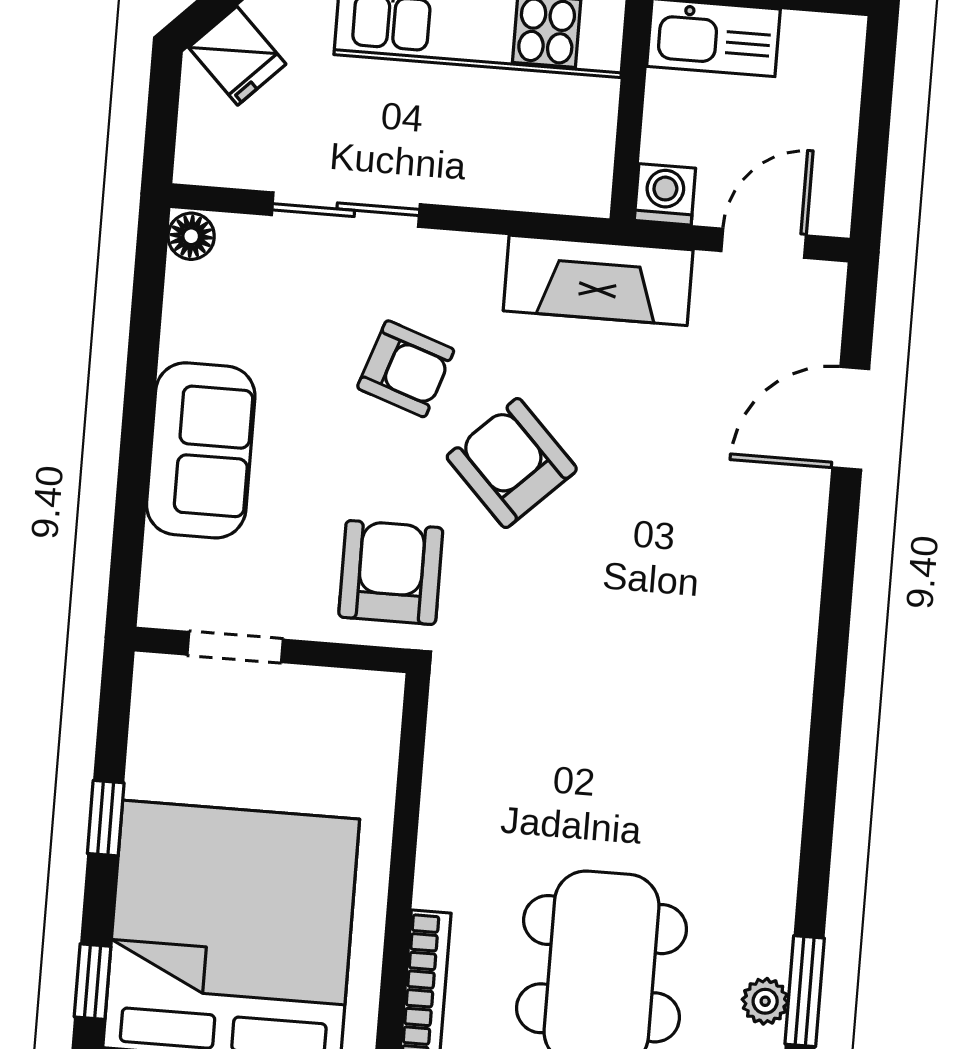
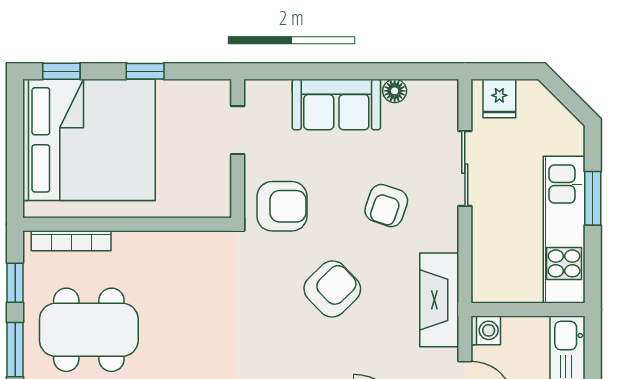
fridge: (237, 56) -> (499, 98), moved, turned -45
floor lamp: (191, 236) -> (395, 91), moved
armchair: (512, 463) -> (332, 289), moved

